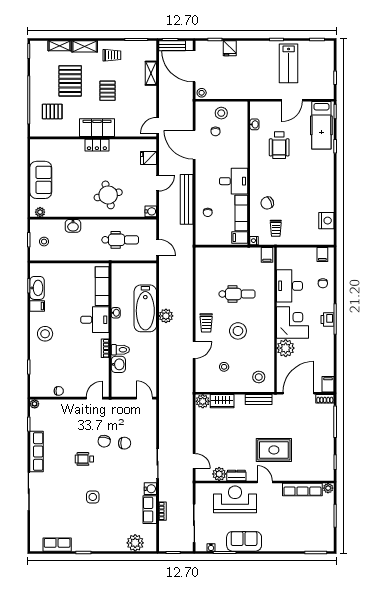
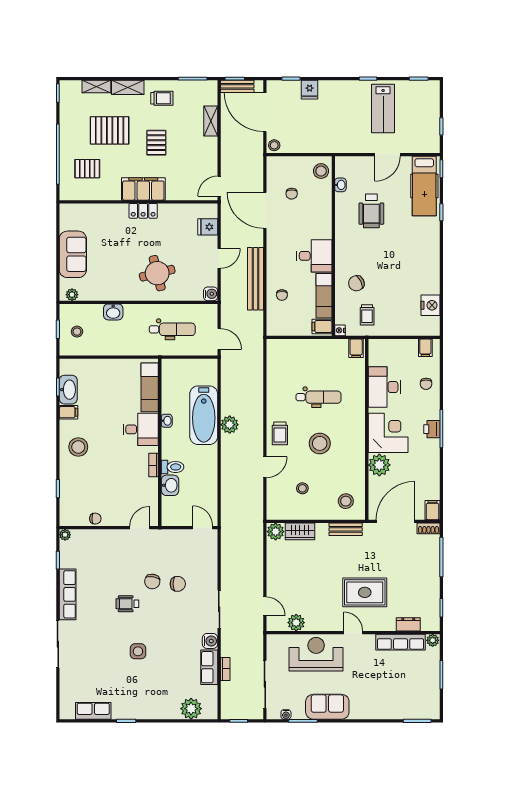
pallet: (70, 81) -> (110, 130), turned 90
stool: (221, 113) -> (321, 171), moved
dresser: (236, 475) -> (408, 624), moved

